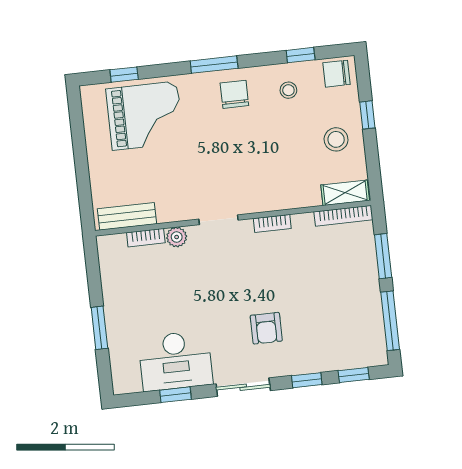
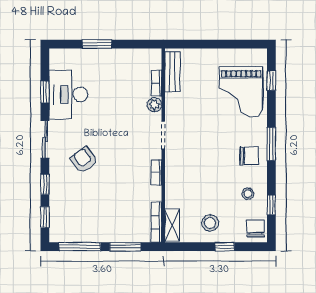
armchair: (266, 328) -> (84, 160), turned 54

